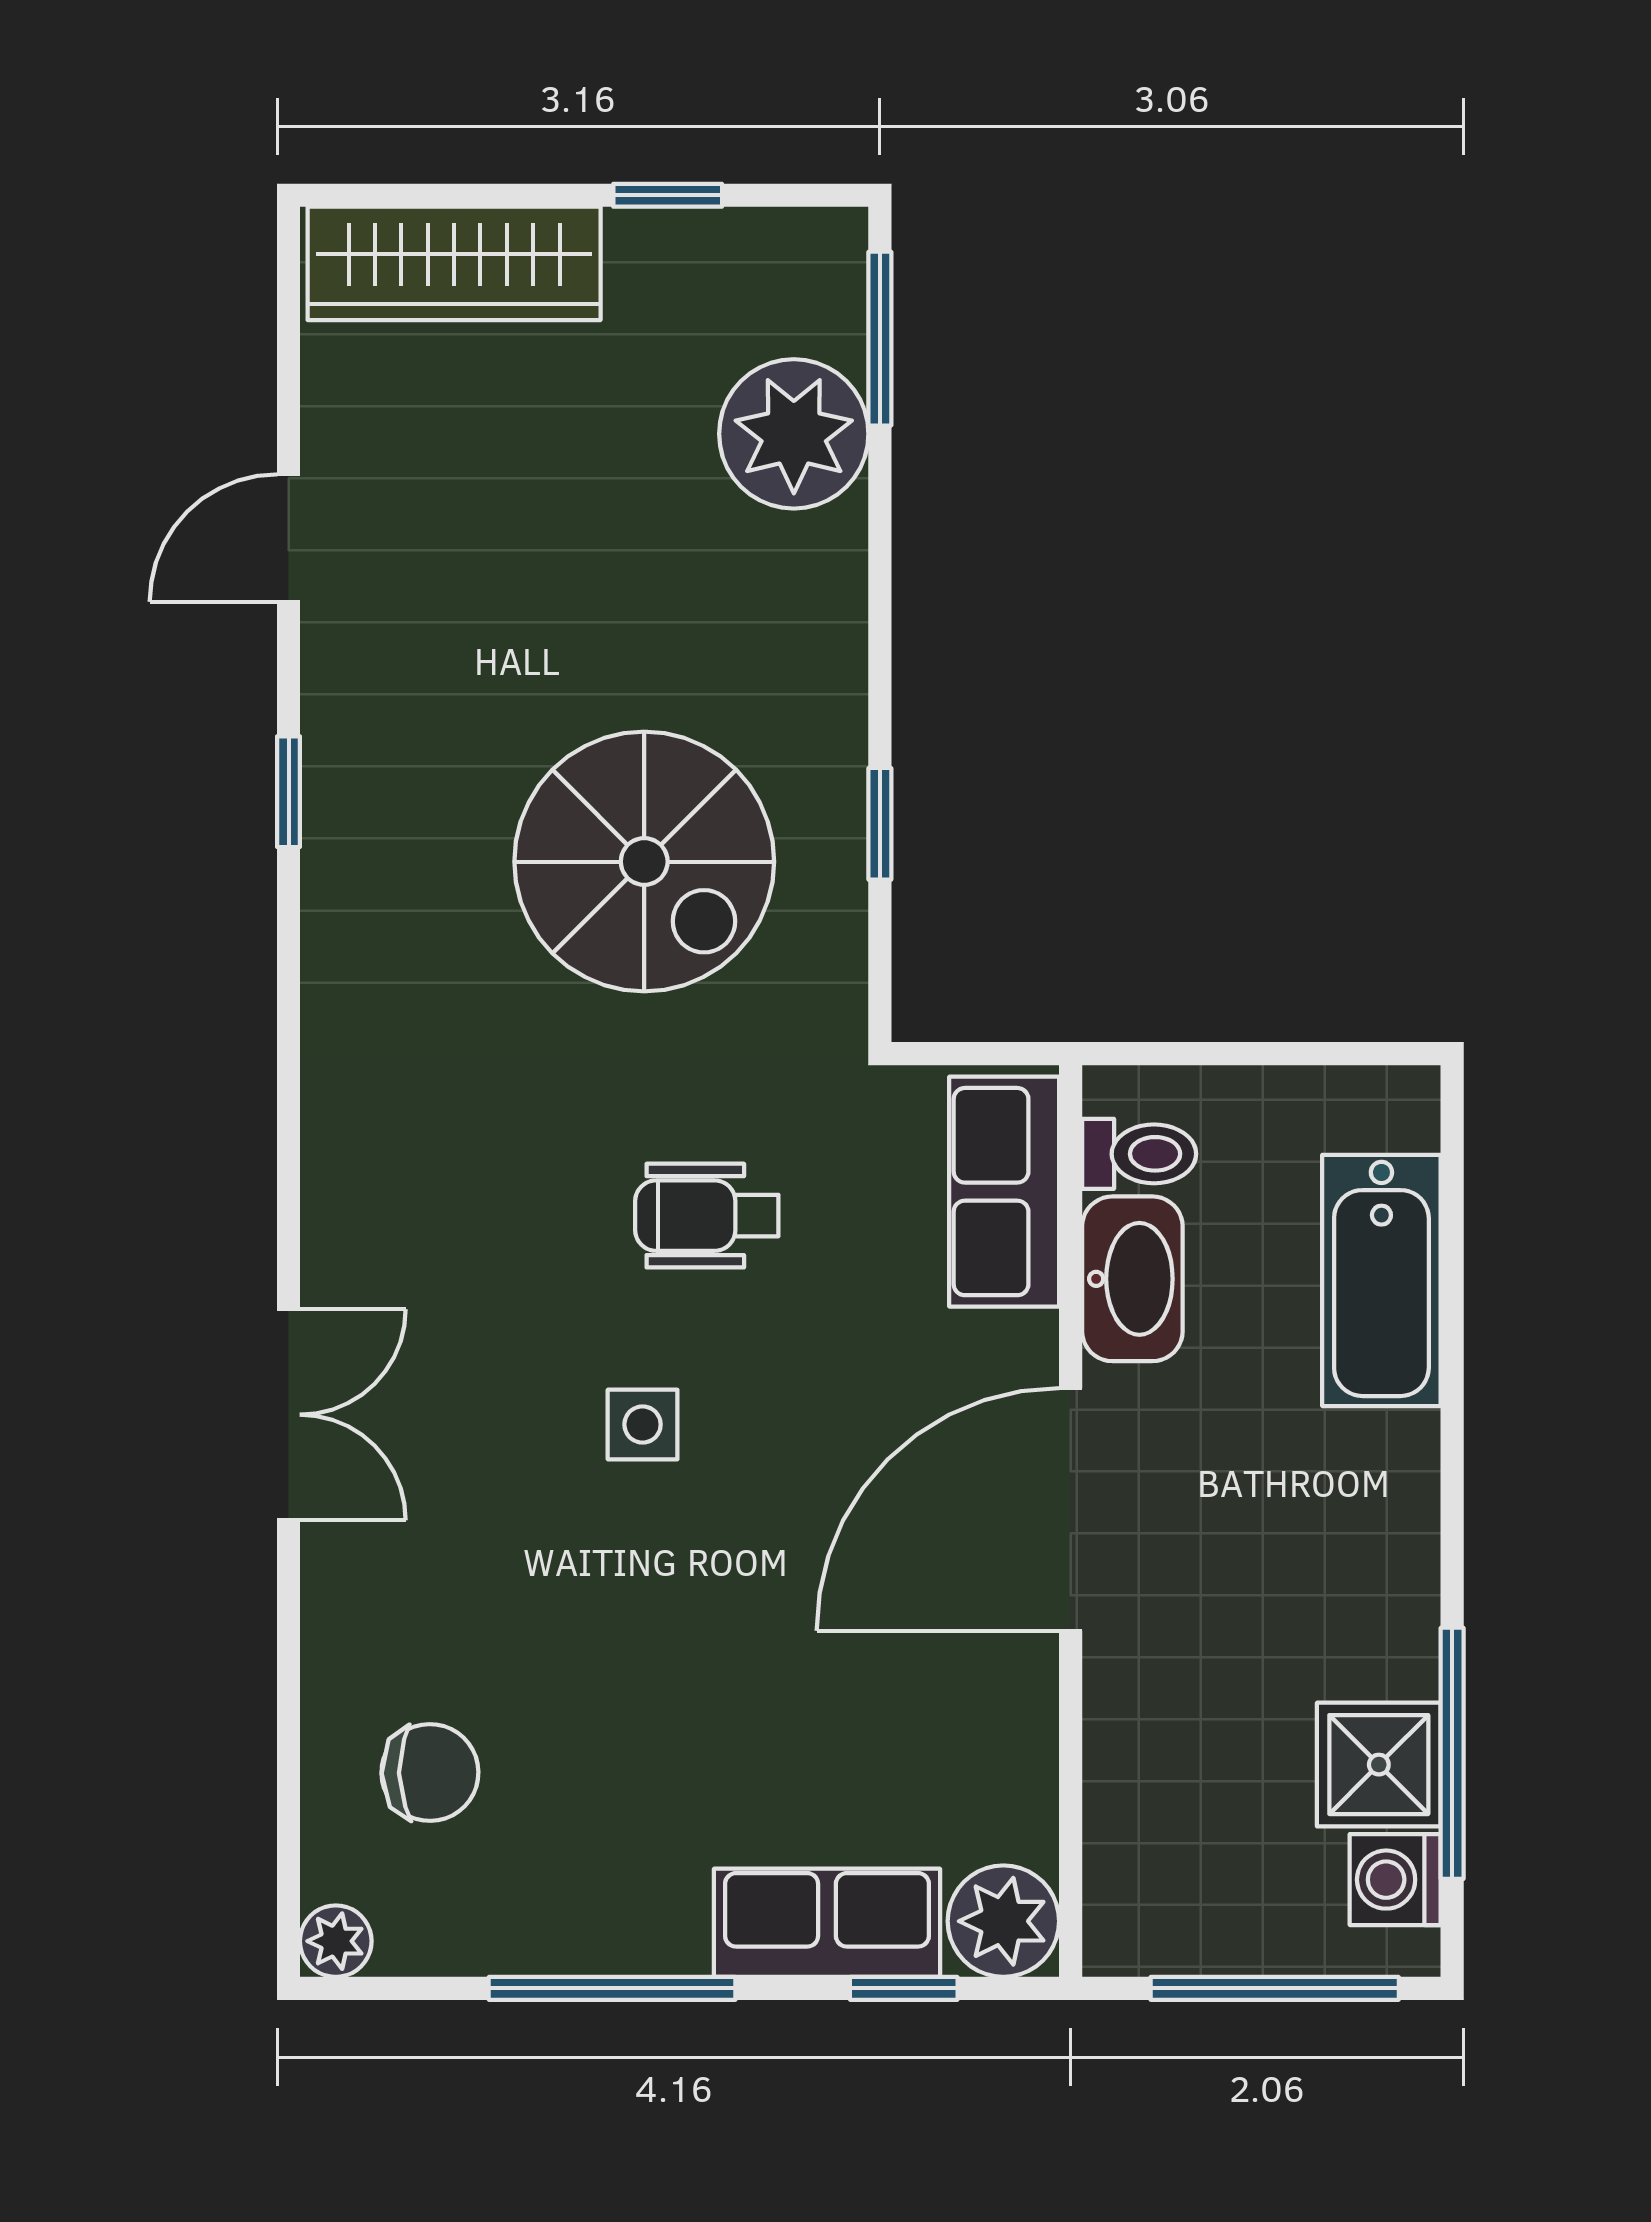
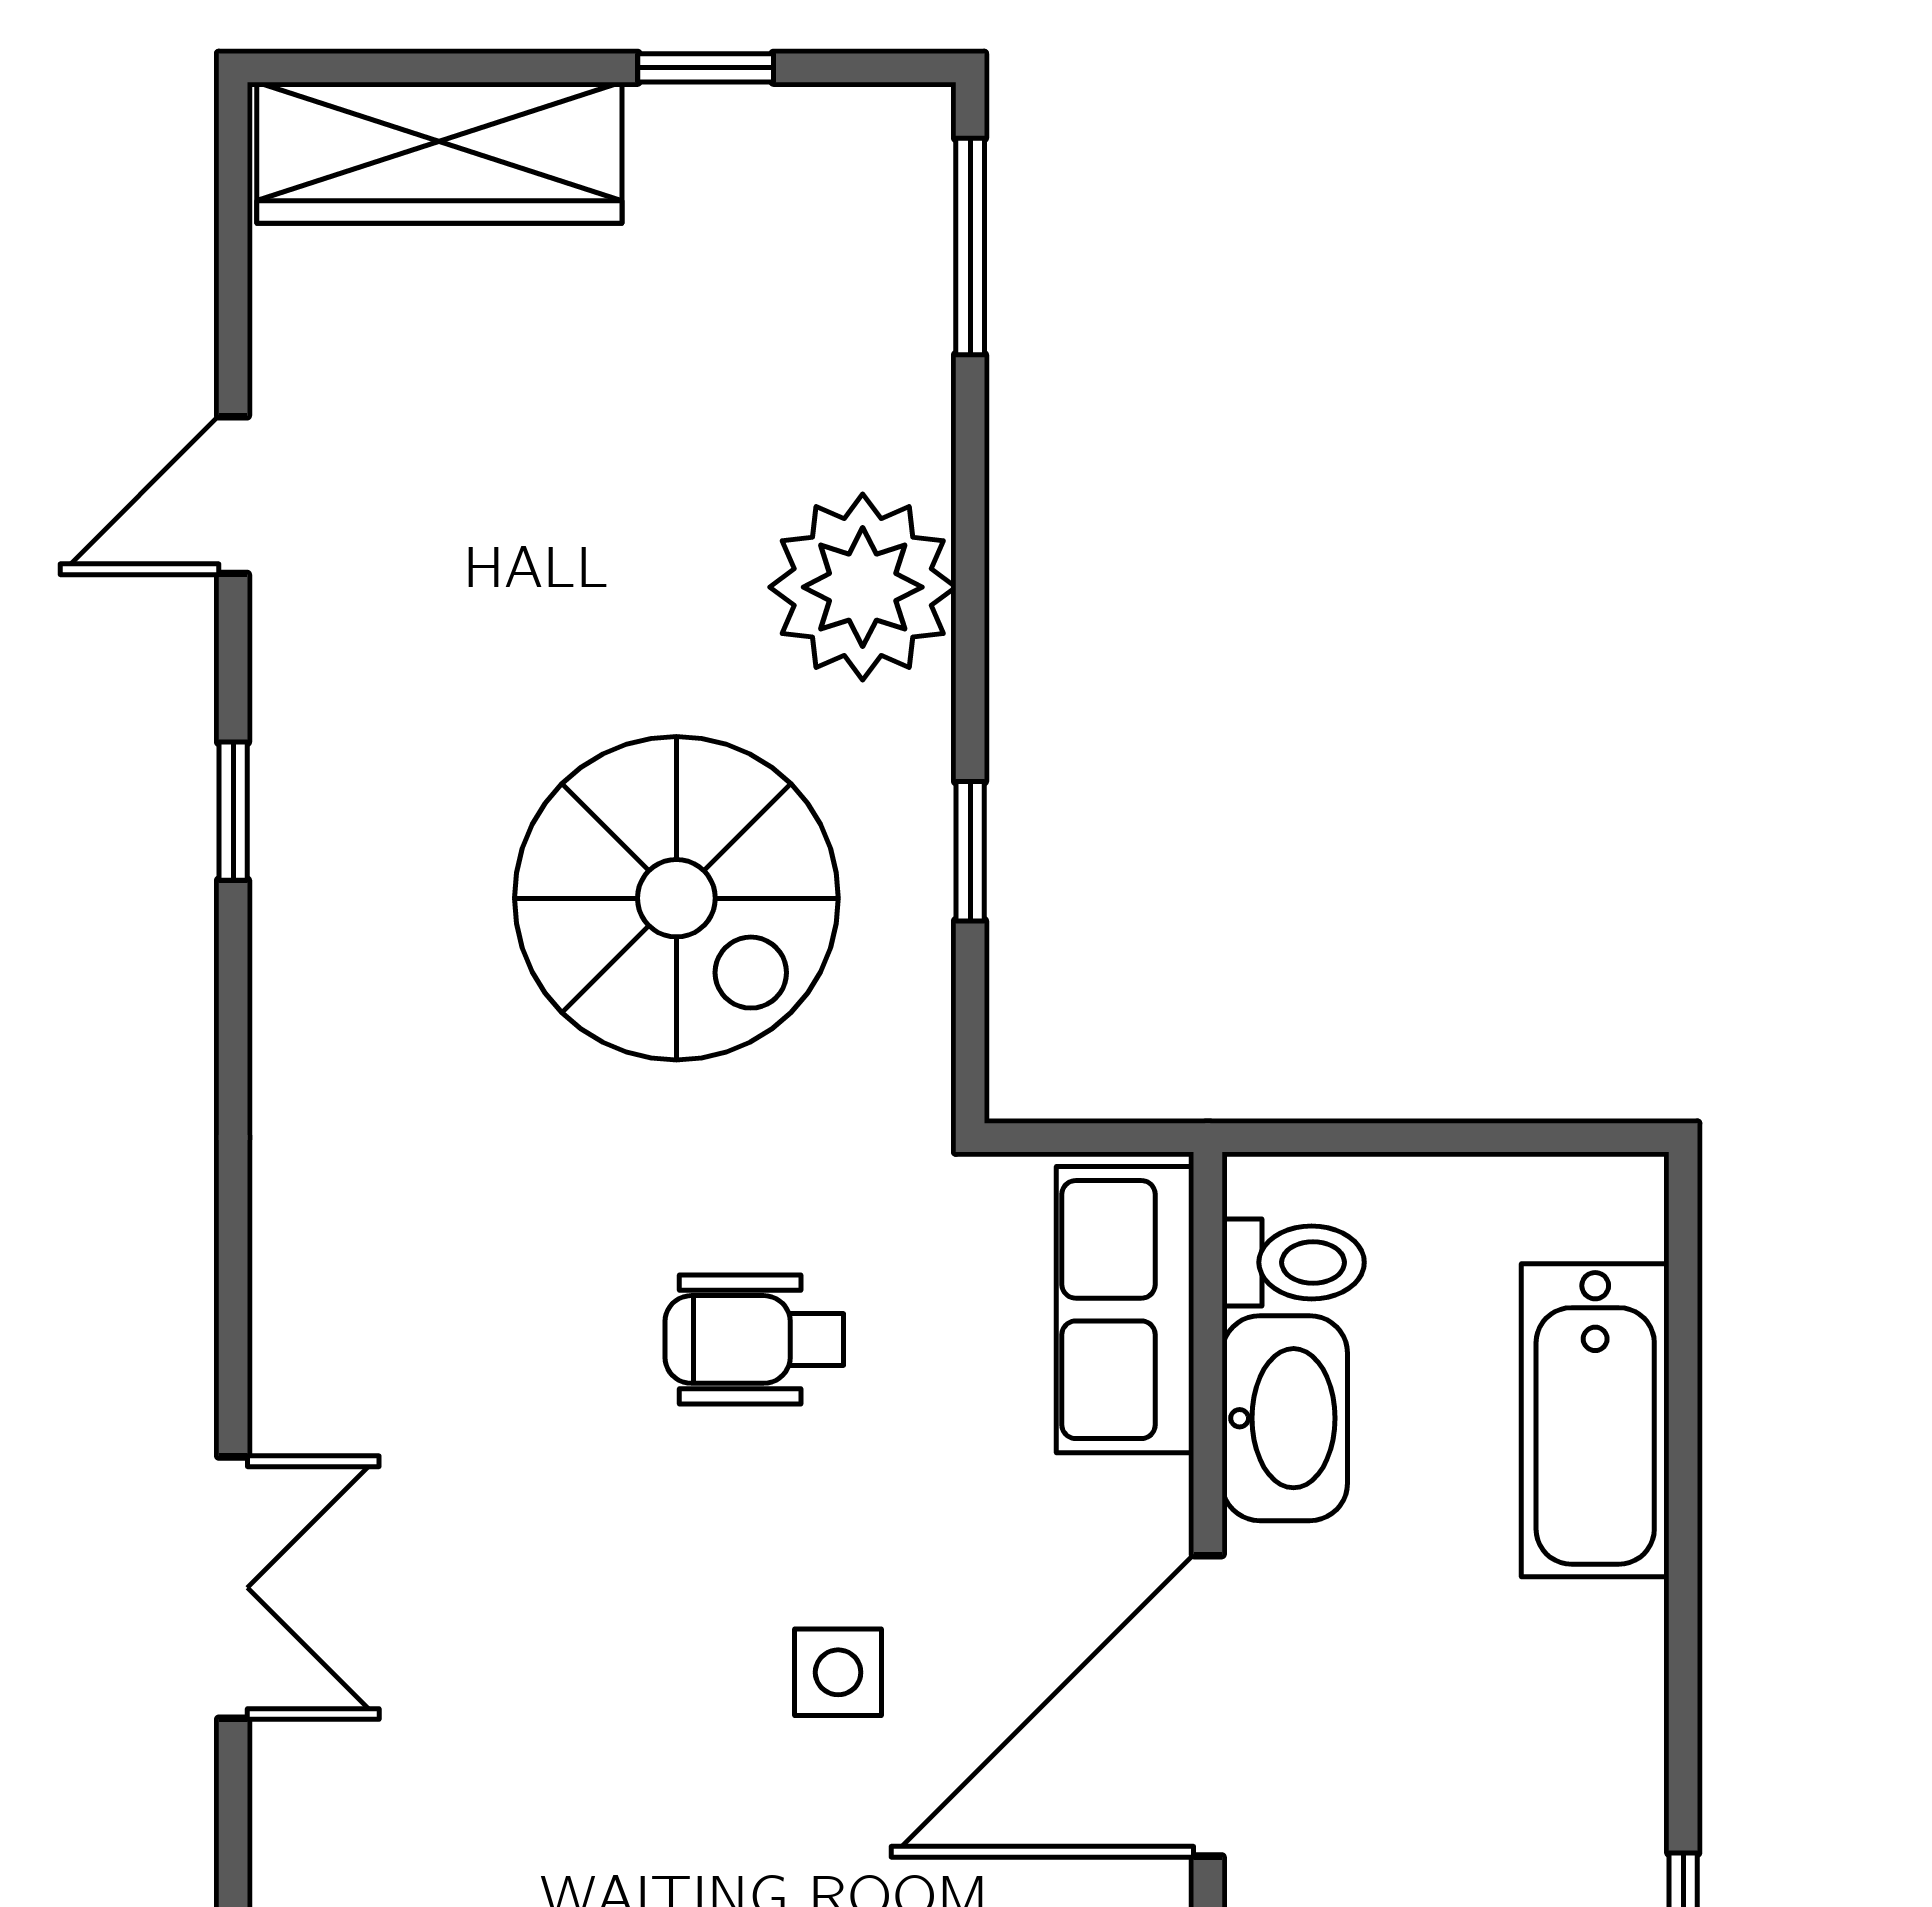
plant: (794, 434) -> (863, 587), moved
side table: (643, 1424) -> (838, 1672), moved

